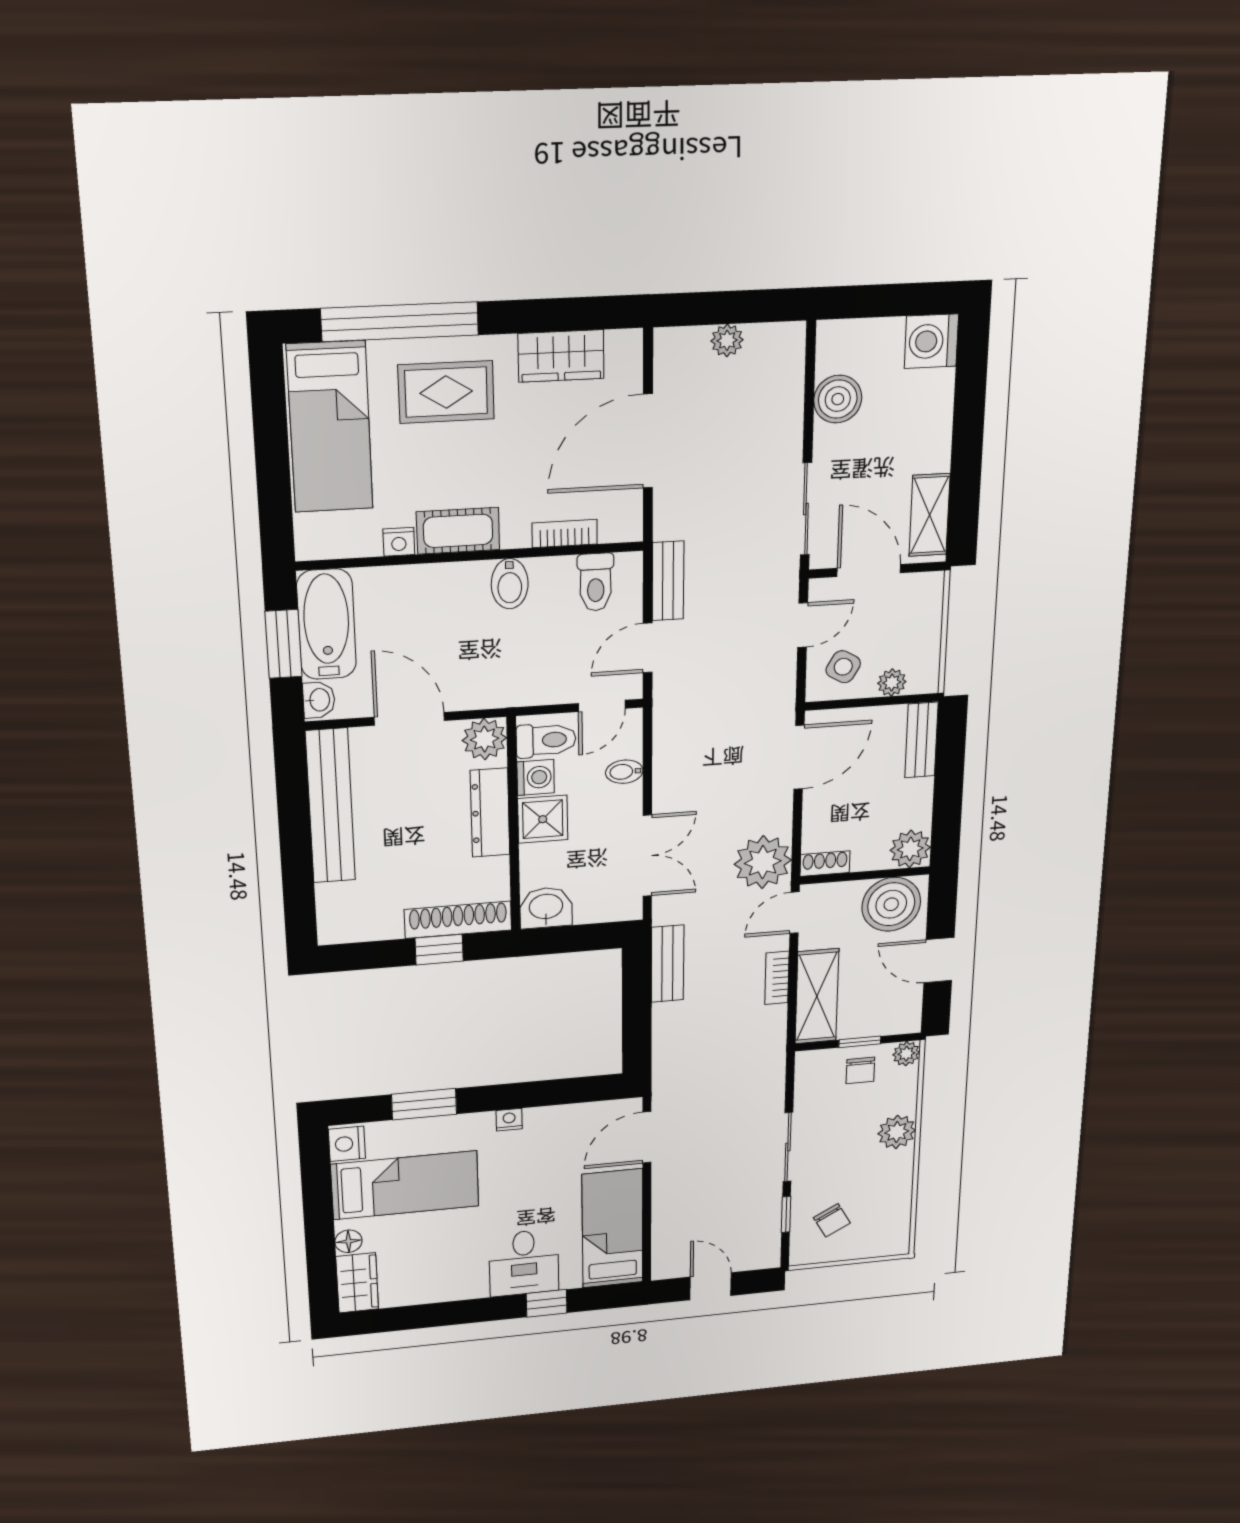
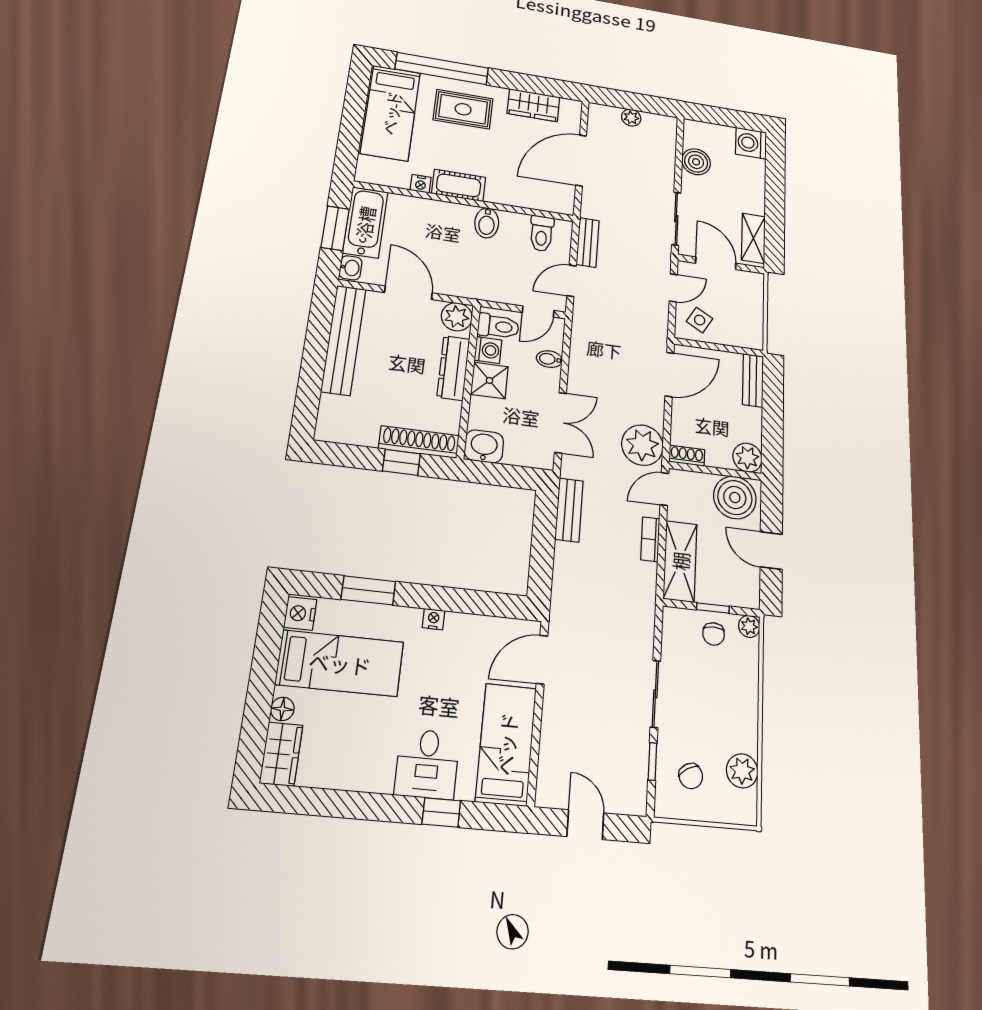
bookcase: (565, 533) -> (525, 201), removed
plant: (892, 683) -> (732, 337), removed
plant: (897, 1132) -> (742, 771), moved

